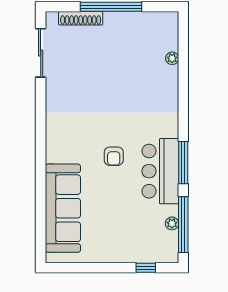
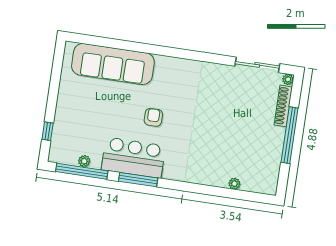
plant: (51, 17) -> (288, 79), added
armchair: (114, 156) -> (153, 117), turned 90

